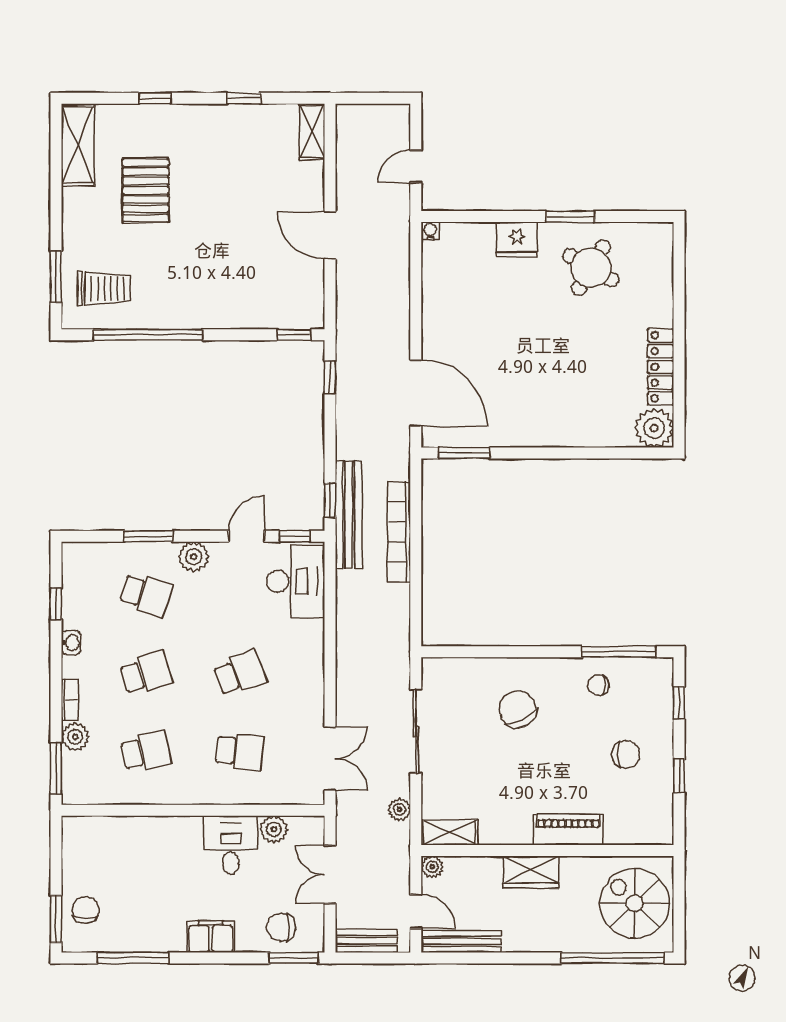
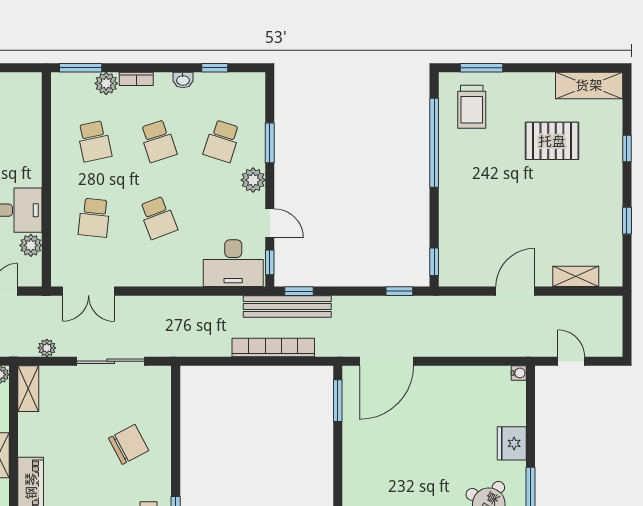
shelving: (312, 132) -> (576, 276), moved

